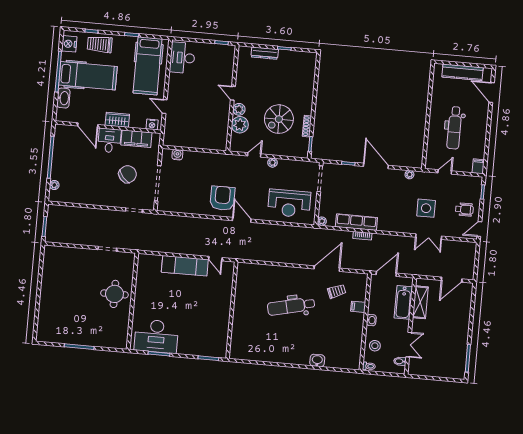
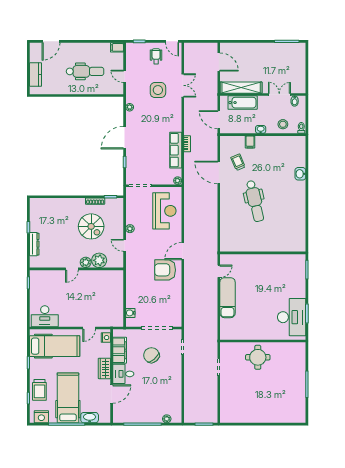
kitchen counter: (462, 72) -> (36, 75), width x0.67
shelving: (420, 302) -> (241, 88), width x1.47

